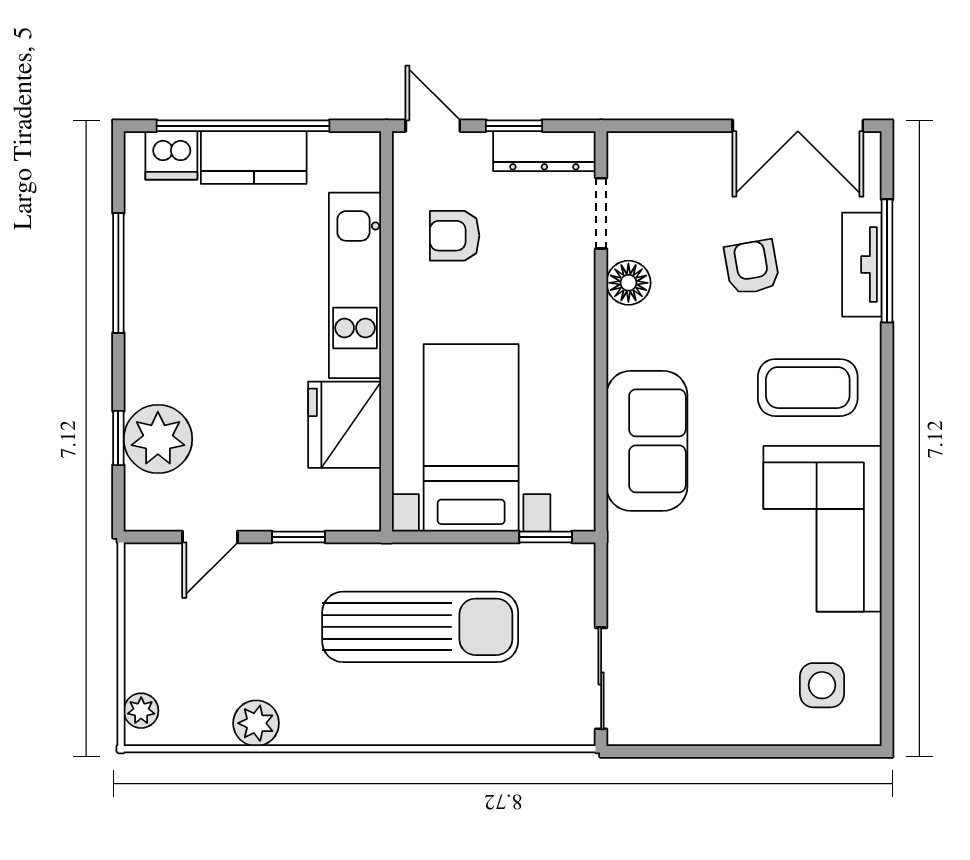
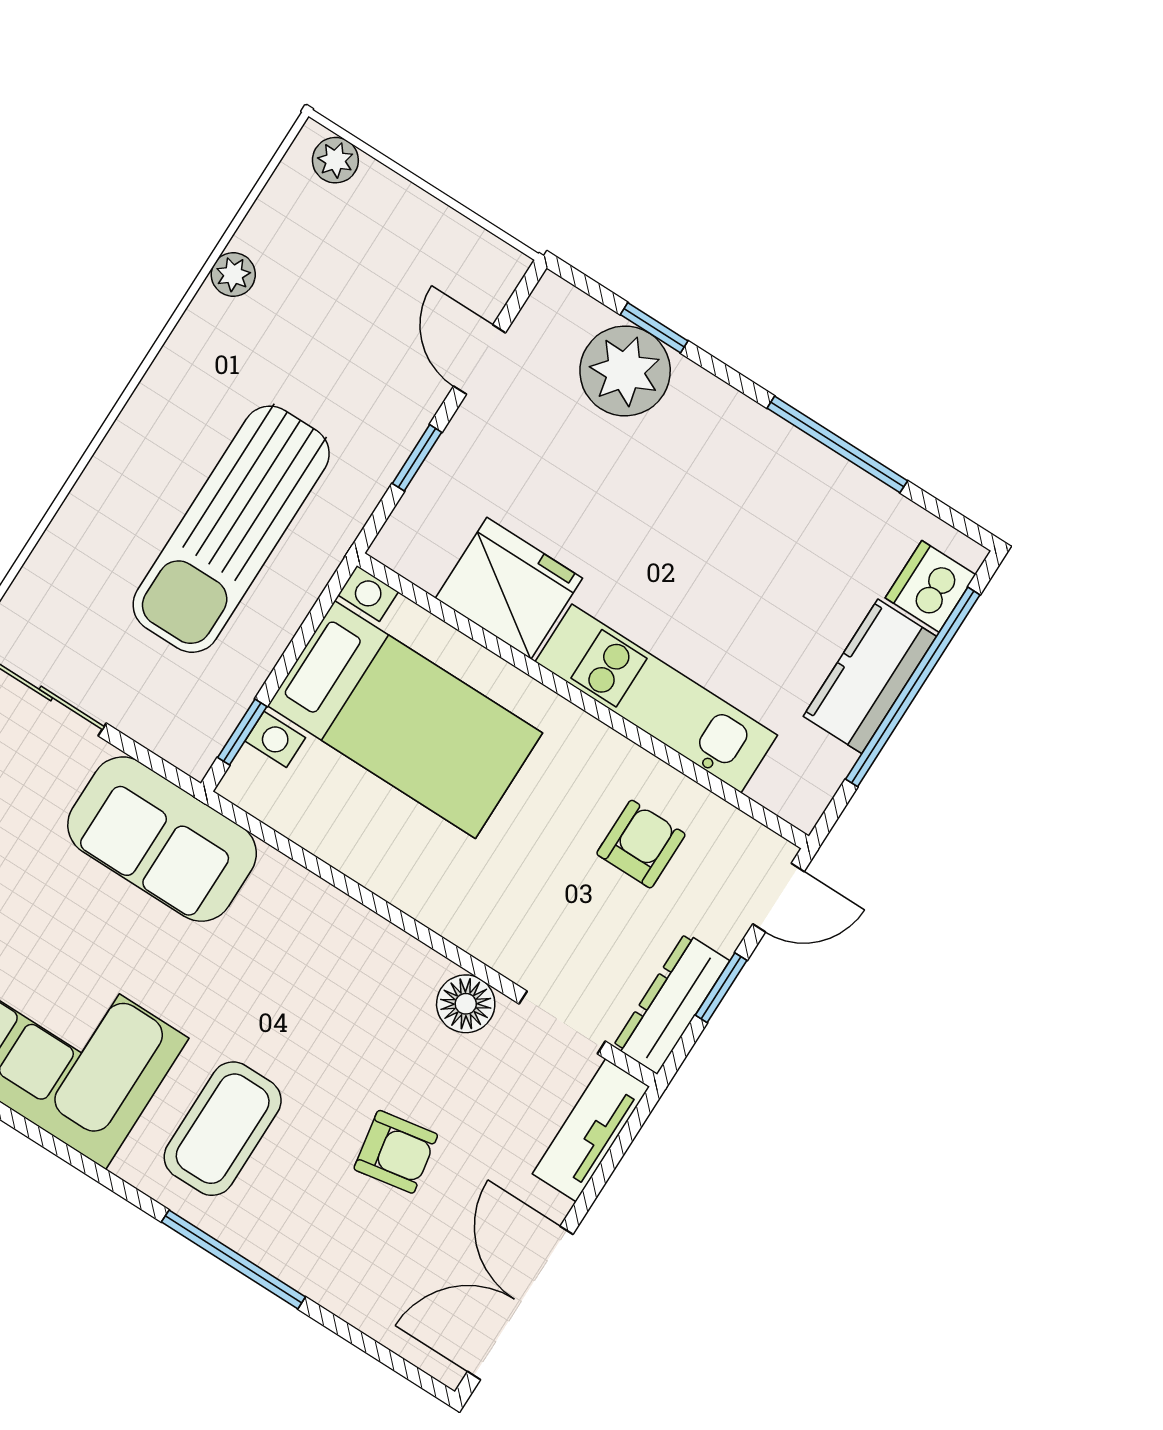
window: (887, 261) -> (233, 1259), moved
tv unit: (862, 265) -> (591, 1130), moved, turned -90
sofa: (647, 441) -> (162, 839), moved
plant: (256, 723) -> (233, 275), width x0.73, depth x0.73

